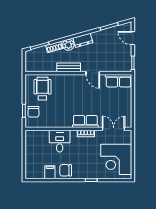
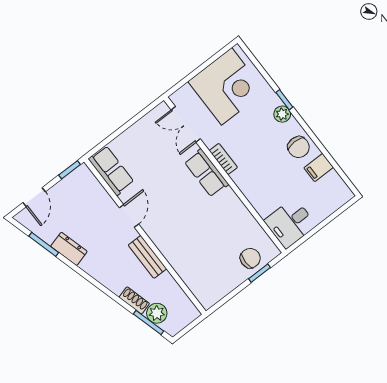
dresser: (83, 40) -> (69, 249), moved
plant: (68, 45) -> (157, 313), moved
wheelchair: (42, 89) -> (207, 271), removed
desk: (60, 141) -> (290, 223), moved
plant: (86, 174) -> (282, 114), added

